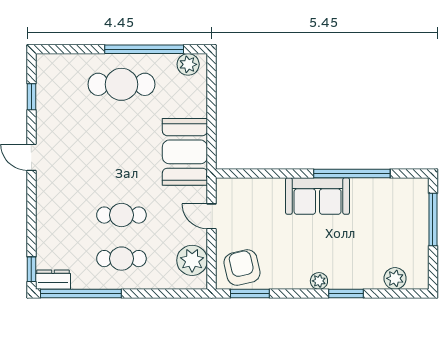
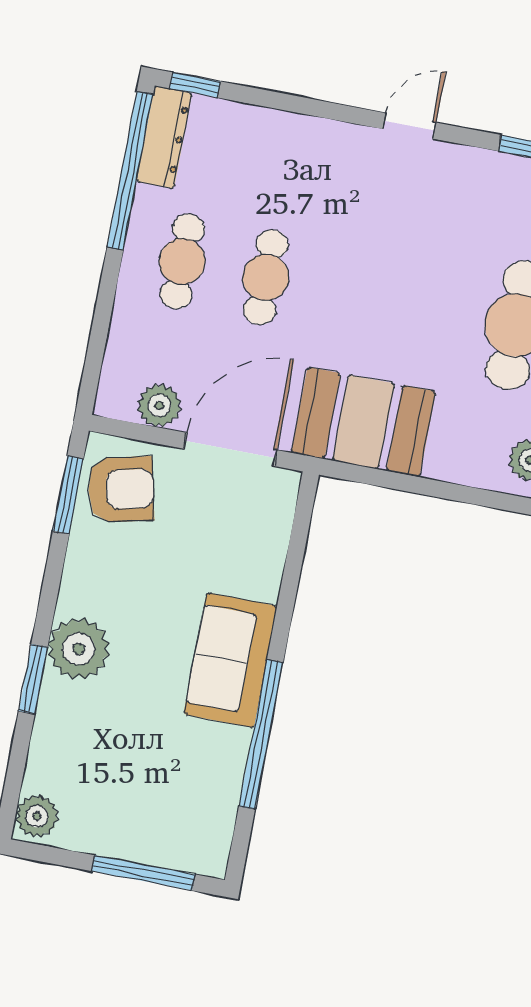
door: (211, 216) -> (230, 449), width x1.87
plant: (192, 260) -> (159, 405), width x0.73, depth x0.73
plant: (395, 278) -> (37, 816), moved
dresser: (53, 280) -> (164, 137), width x1.44
plant: (319, 281) -> (79, 649), width x1.88, depth x1.88

